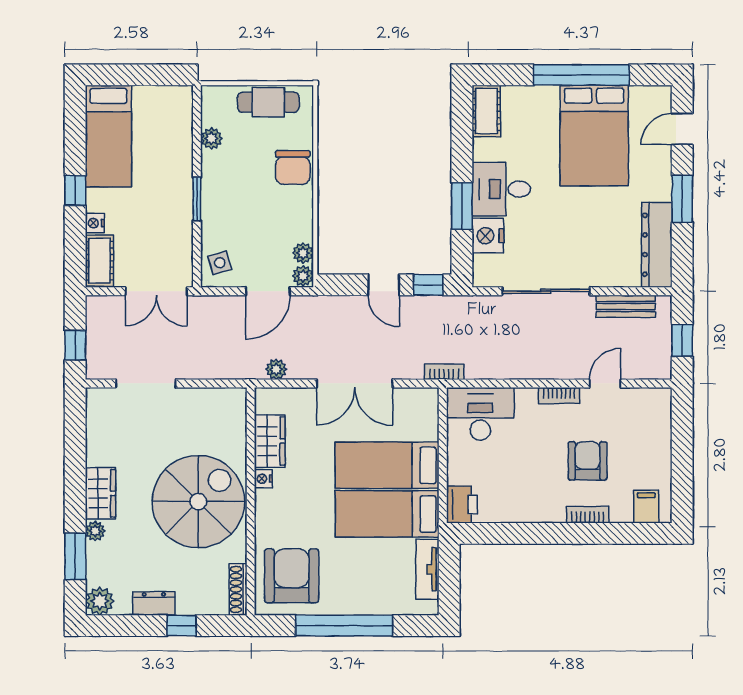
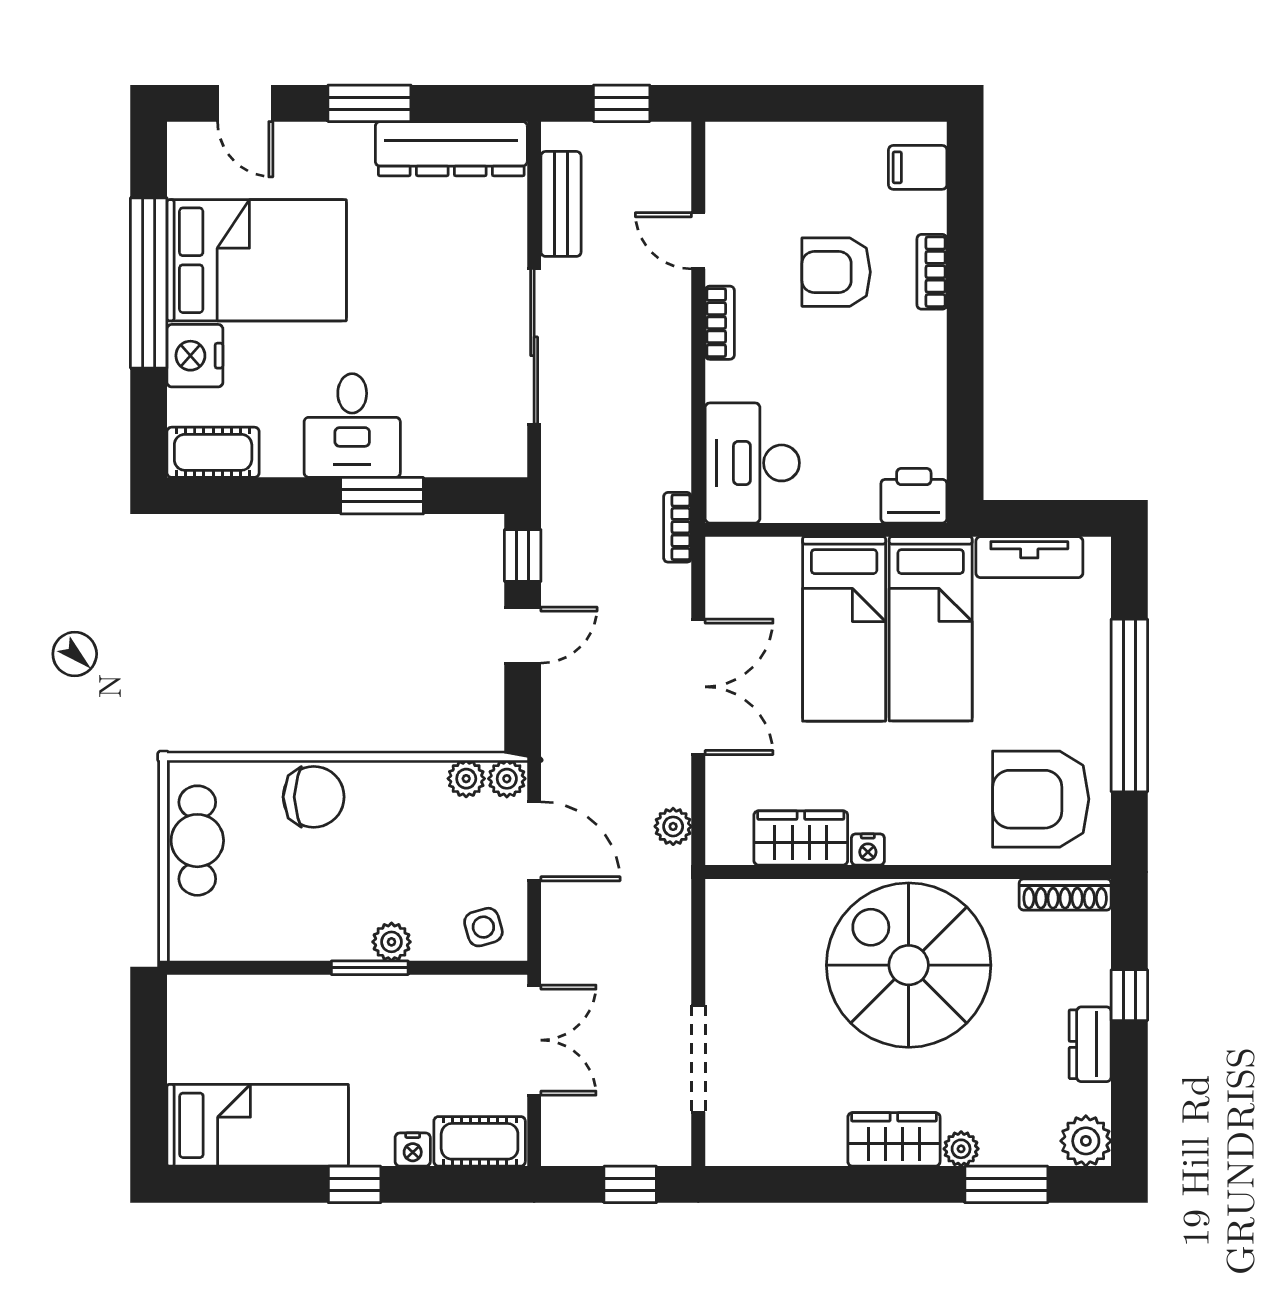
plant: (211, 138) -> (391, 942), moved
nightstand: (488, 236) -> (195, 356), moved, turned 90

